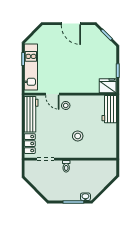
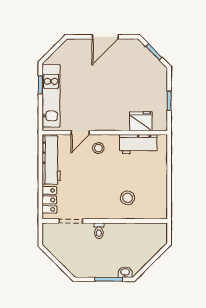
door: (71, 24) -> (105, 37), hinge flipped
fridge: (108, 86) -> (141, 121), moved
door: (52, 94) -> (80, 133), hinge flipped
workbench: (109, 109) -> (138, 144), moved, turned -90
stool: (78, 136) -> (127, 198), moved

